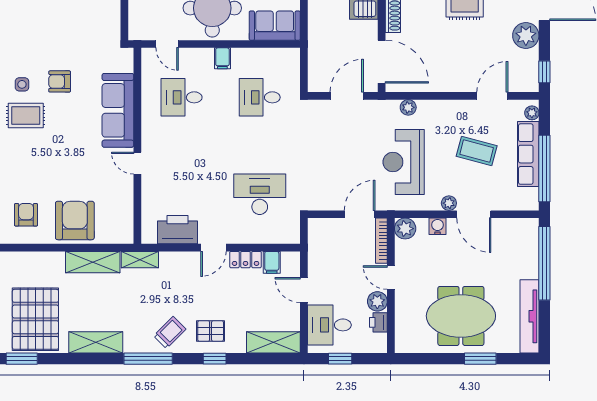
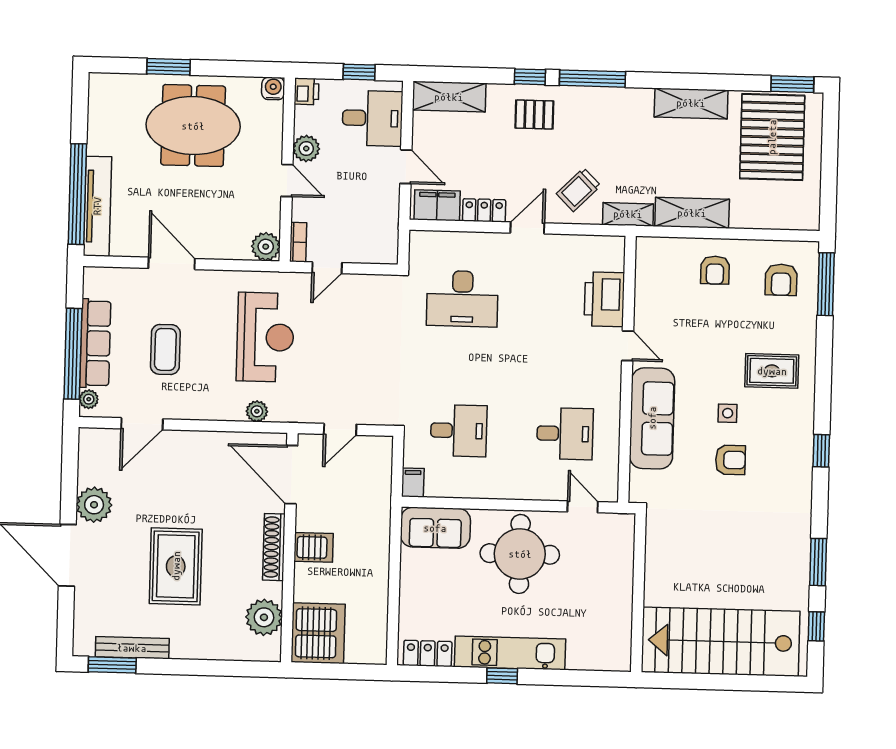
filing cabinet: (222, 58) -> (413, 483), moved
window: (544, 72) -> (70, 454), removed
side table: (22, 84) -> (728, 413), moved
door: (347, 96) -> (340, 429), width x0.73
rug: (26, 115) -> (772, 371), moved
coffee table: (477, 151) -> (165, 349), turned 75
window: (544, 169) -> (73, 354), moved
plant: (449, 203) -> (205, 279), removed
door: (360, 214) -> (327, 268), width x0.73
armchair: (75, 220) -> (715, 270), width x0.53, depth x0.53
water cooler: (438, 226) -> (273, 89), moved, turned 180
printer: (178, 230) -> (604, 299), moved, turned 90
bookcase: (381, 241) -> (298, 242), width x0.64
filing cabinet: (272, 262) -> (437, 205), width x2.00
tv unit: (529, 316) -> (97, 206), moved
printer: (378, 322) -> (307, 91), moved
trolley: (170, 333) -> (579, 190), moved
window: (148, 359) -> (592, 79), moved

